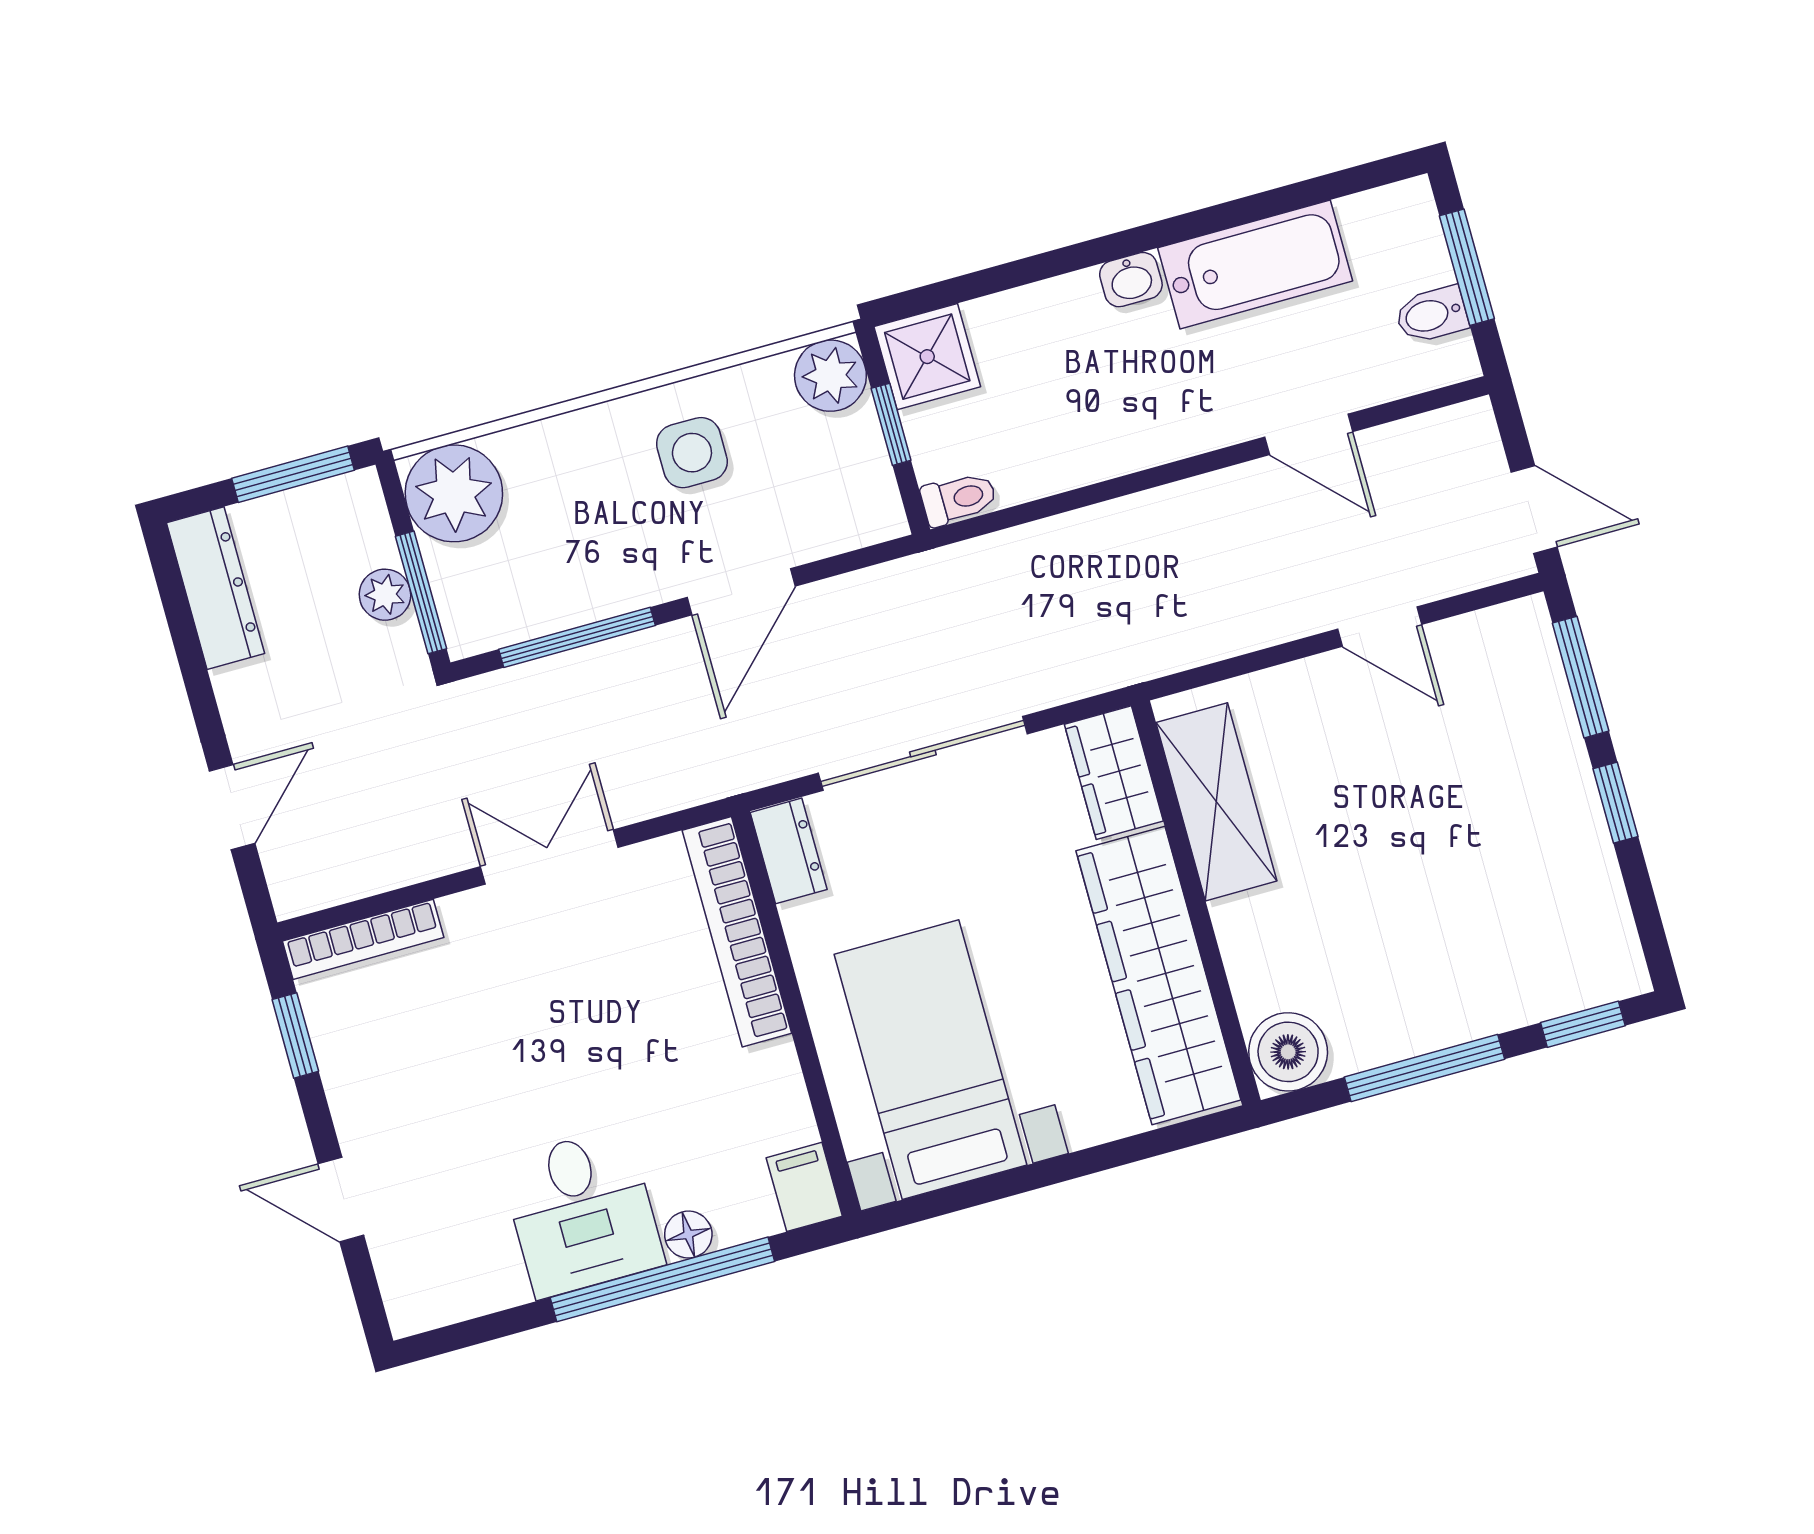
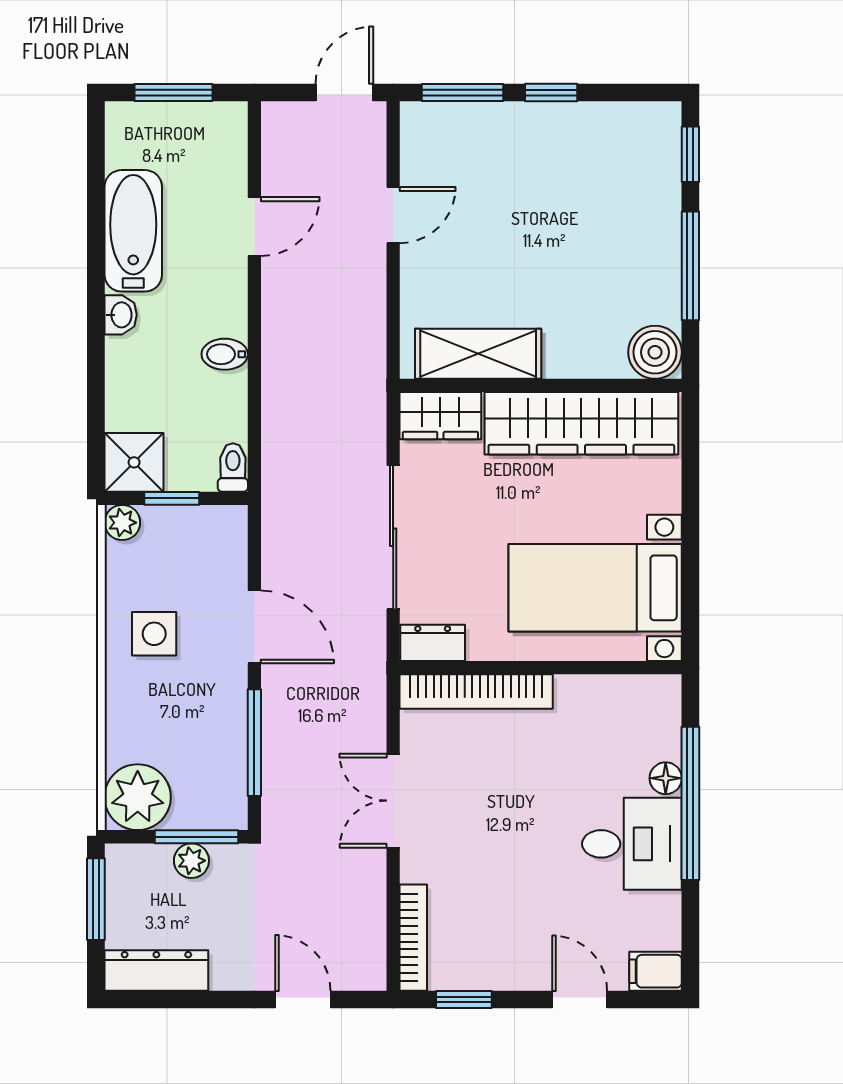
bidet: (1432, 315) -> (225, 354), moved, turned 90
plant: (830, 376) -> (122, 523), width x0.73, depth x0.73
filing cabinet: (804, 1187) -> (656, 971), moved
door: (341, 1200) -> (580, 999), swing flipped

